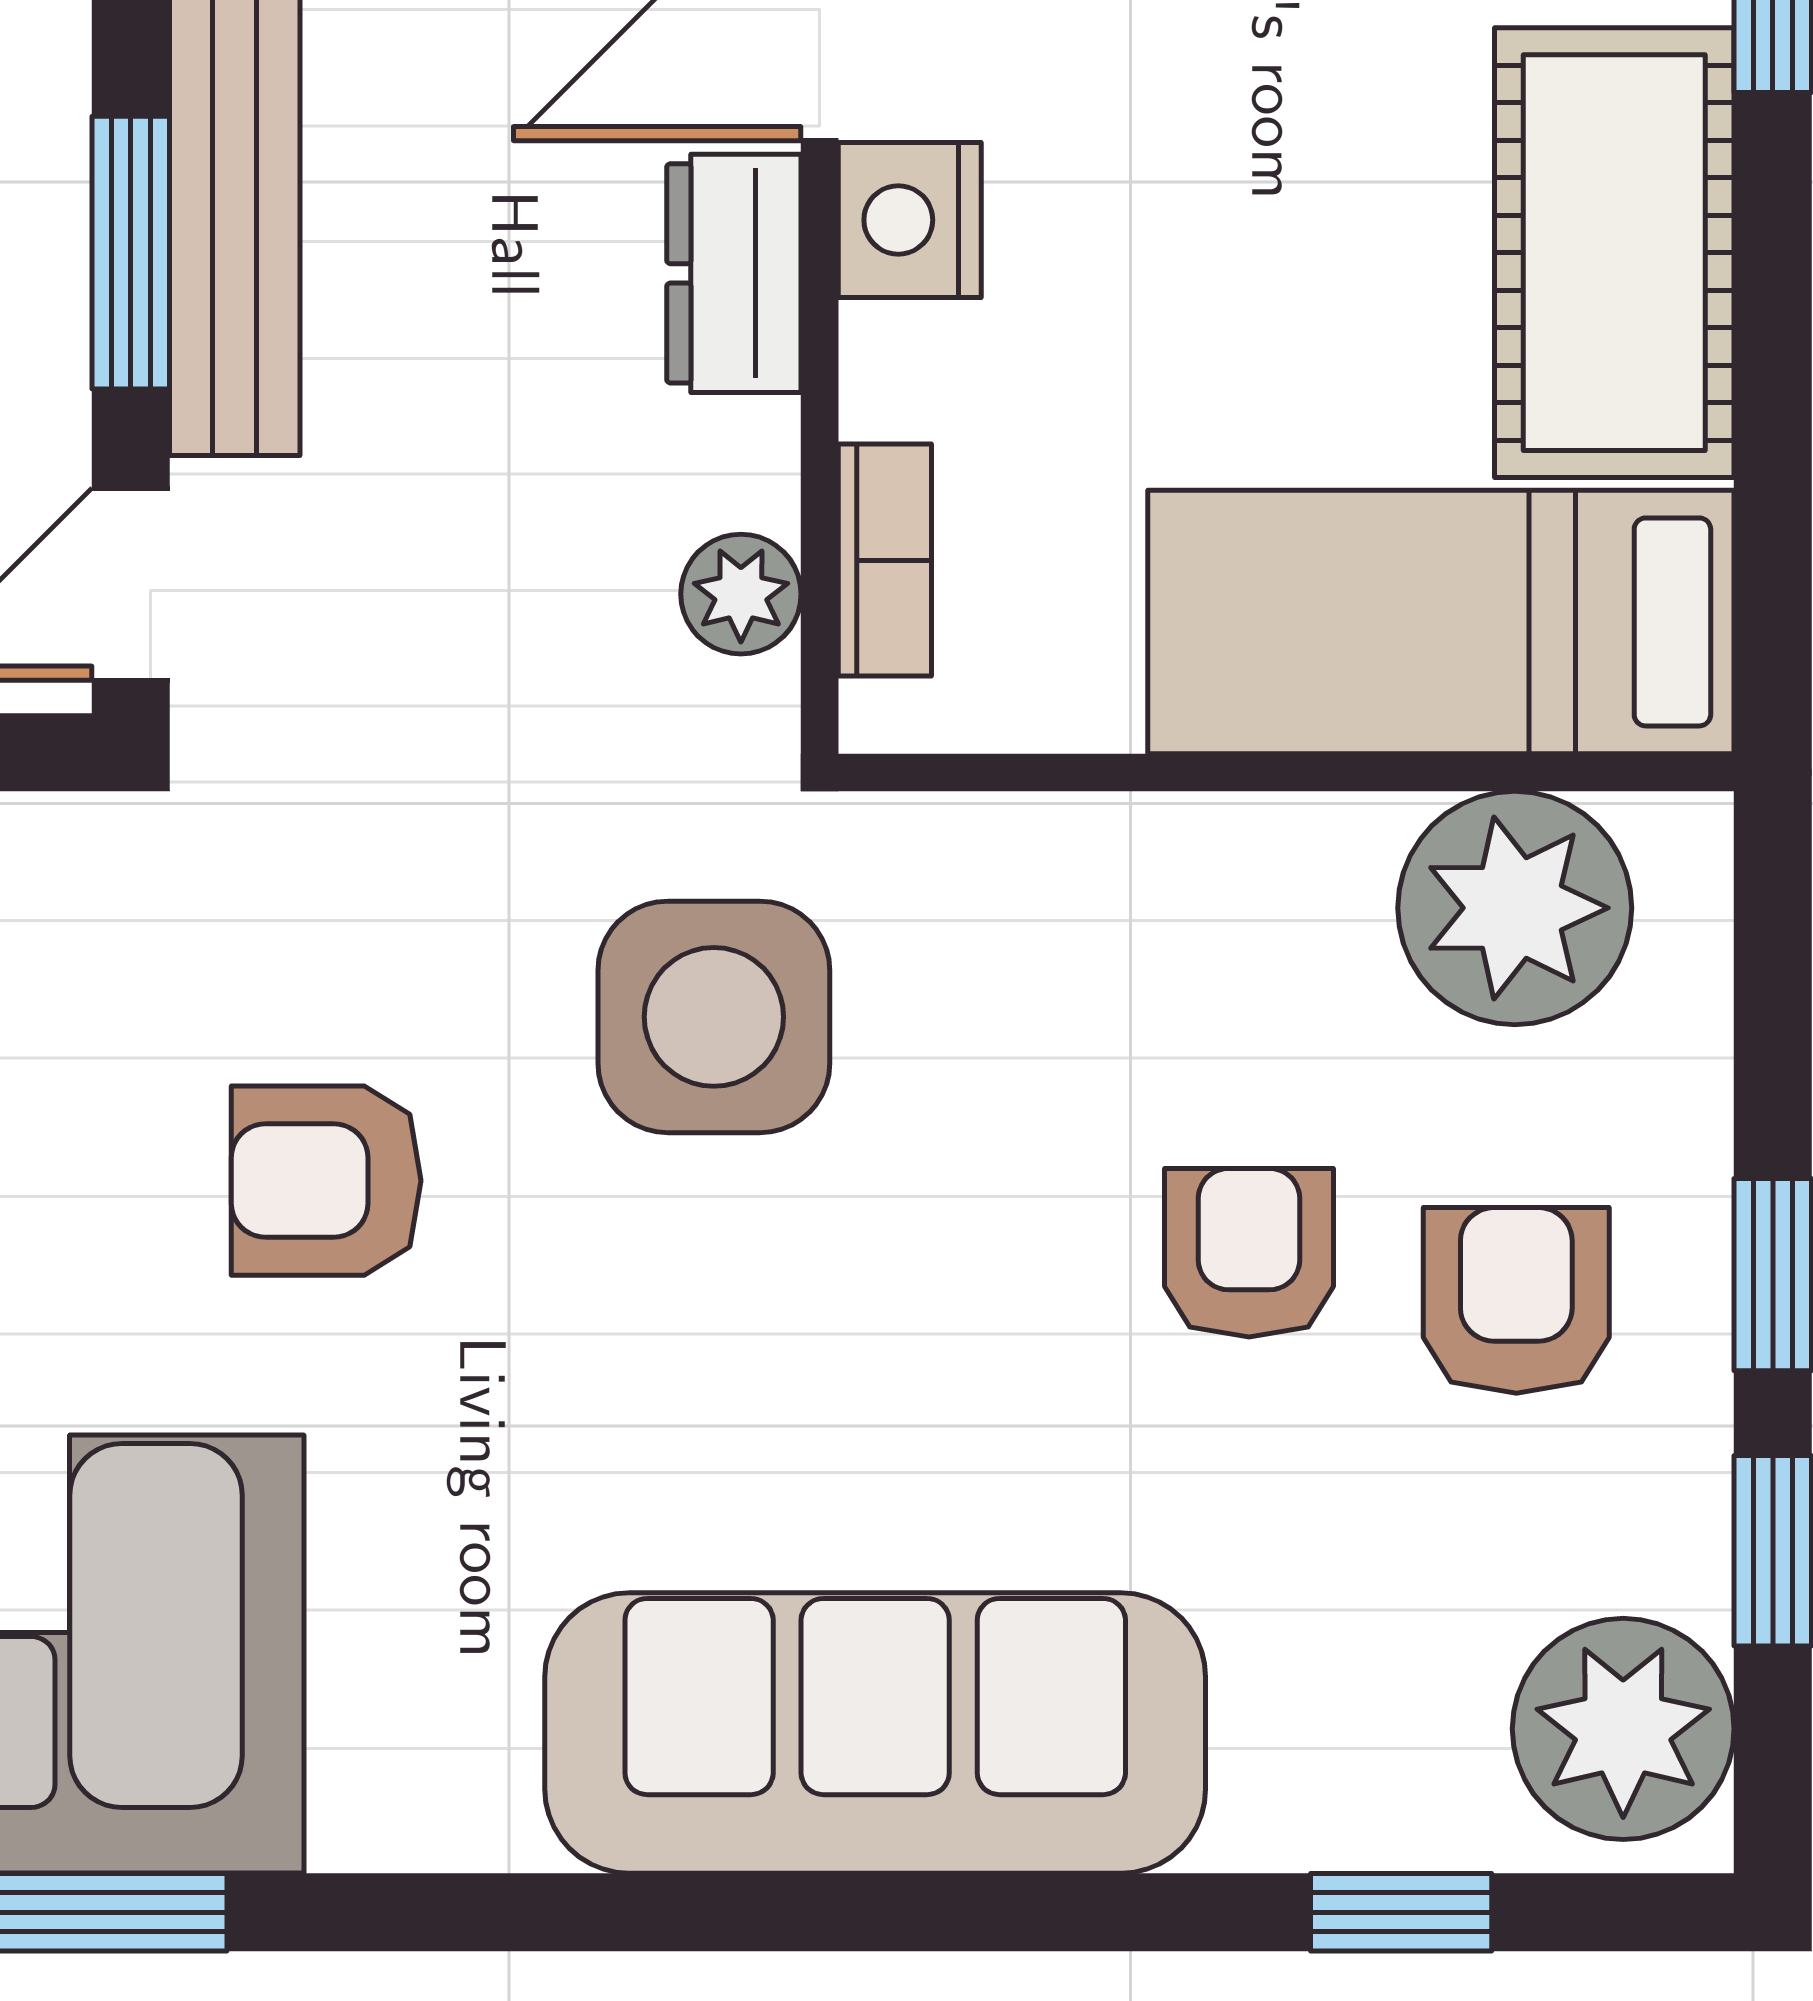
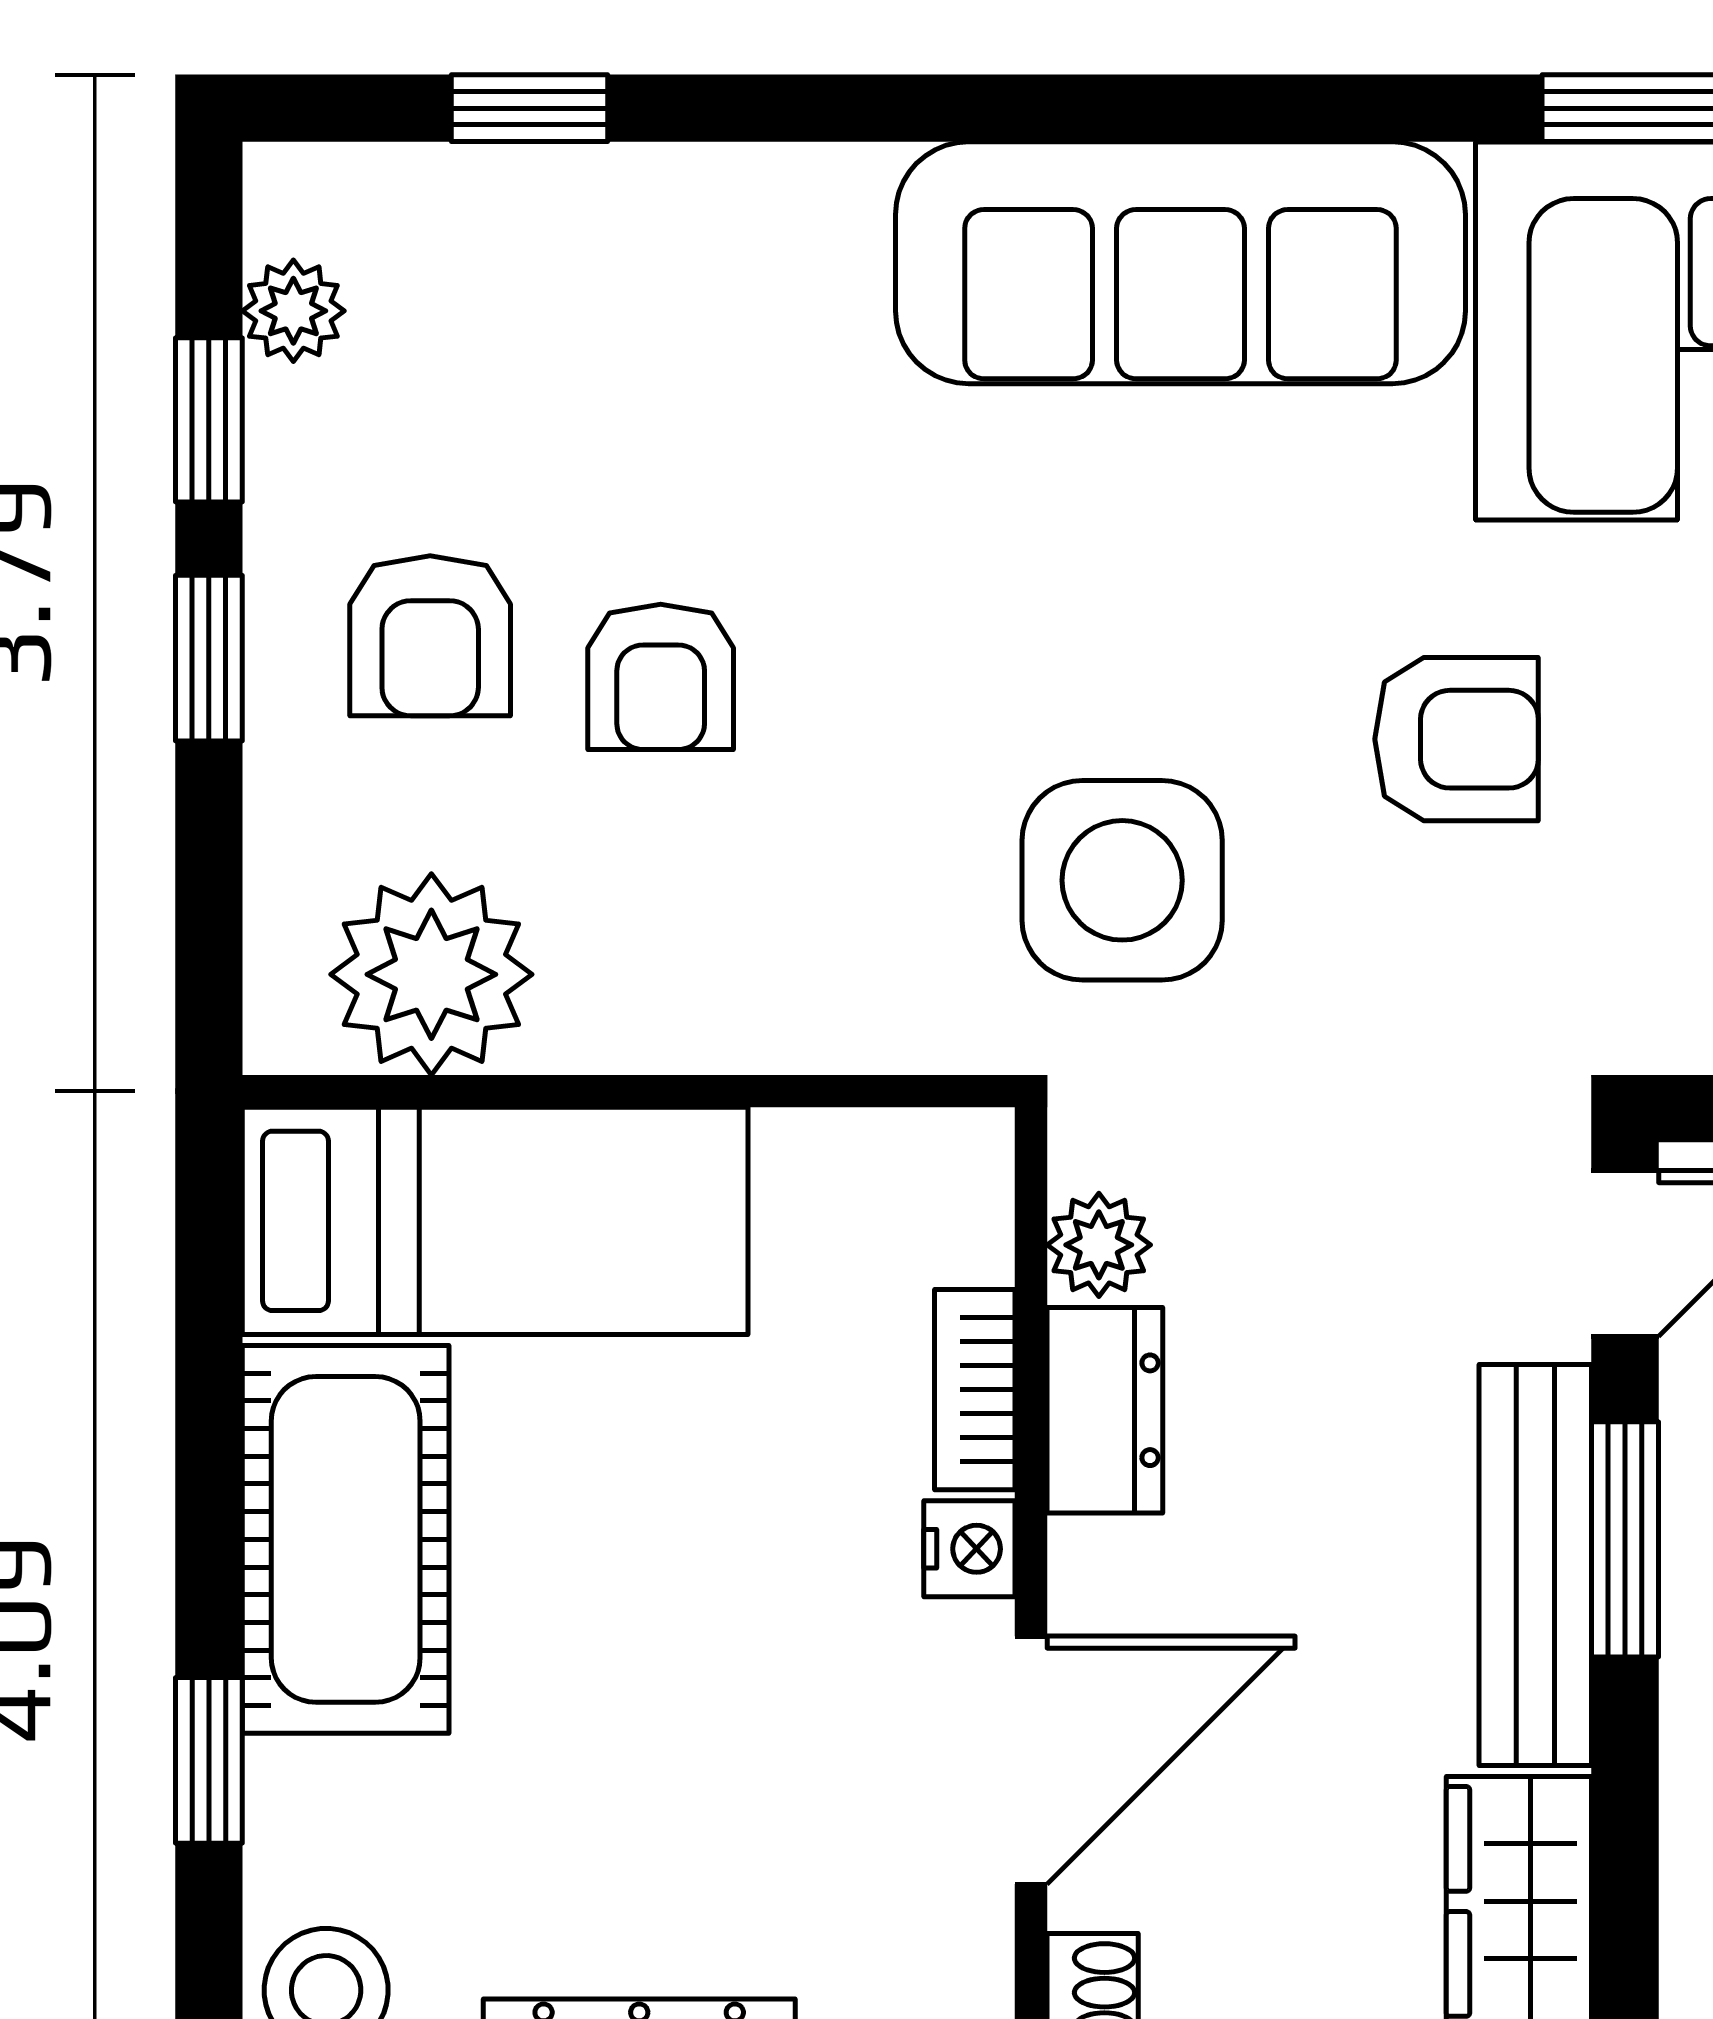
nightstand: (910, 220) -> (969, 1549), width x0.72, depth x0.74
dresser: (734, 273) -> (1105, 1410), moved
bookcase: (885, 560) -> (975, 1390), moved
plant: (1623, 1729) -> (293, 311), width x0.53, depth x0.53
sofa: (875, 1733) -> (1180, 263), moved

